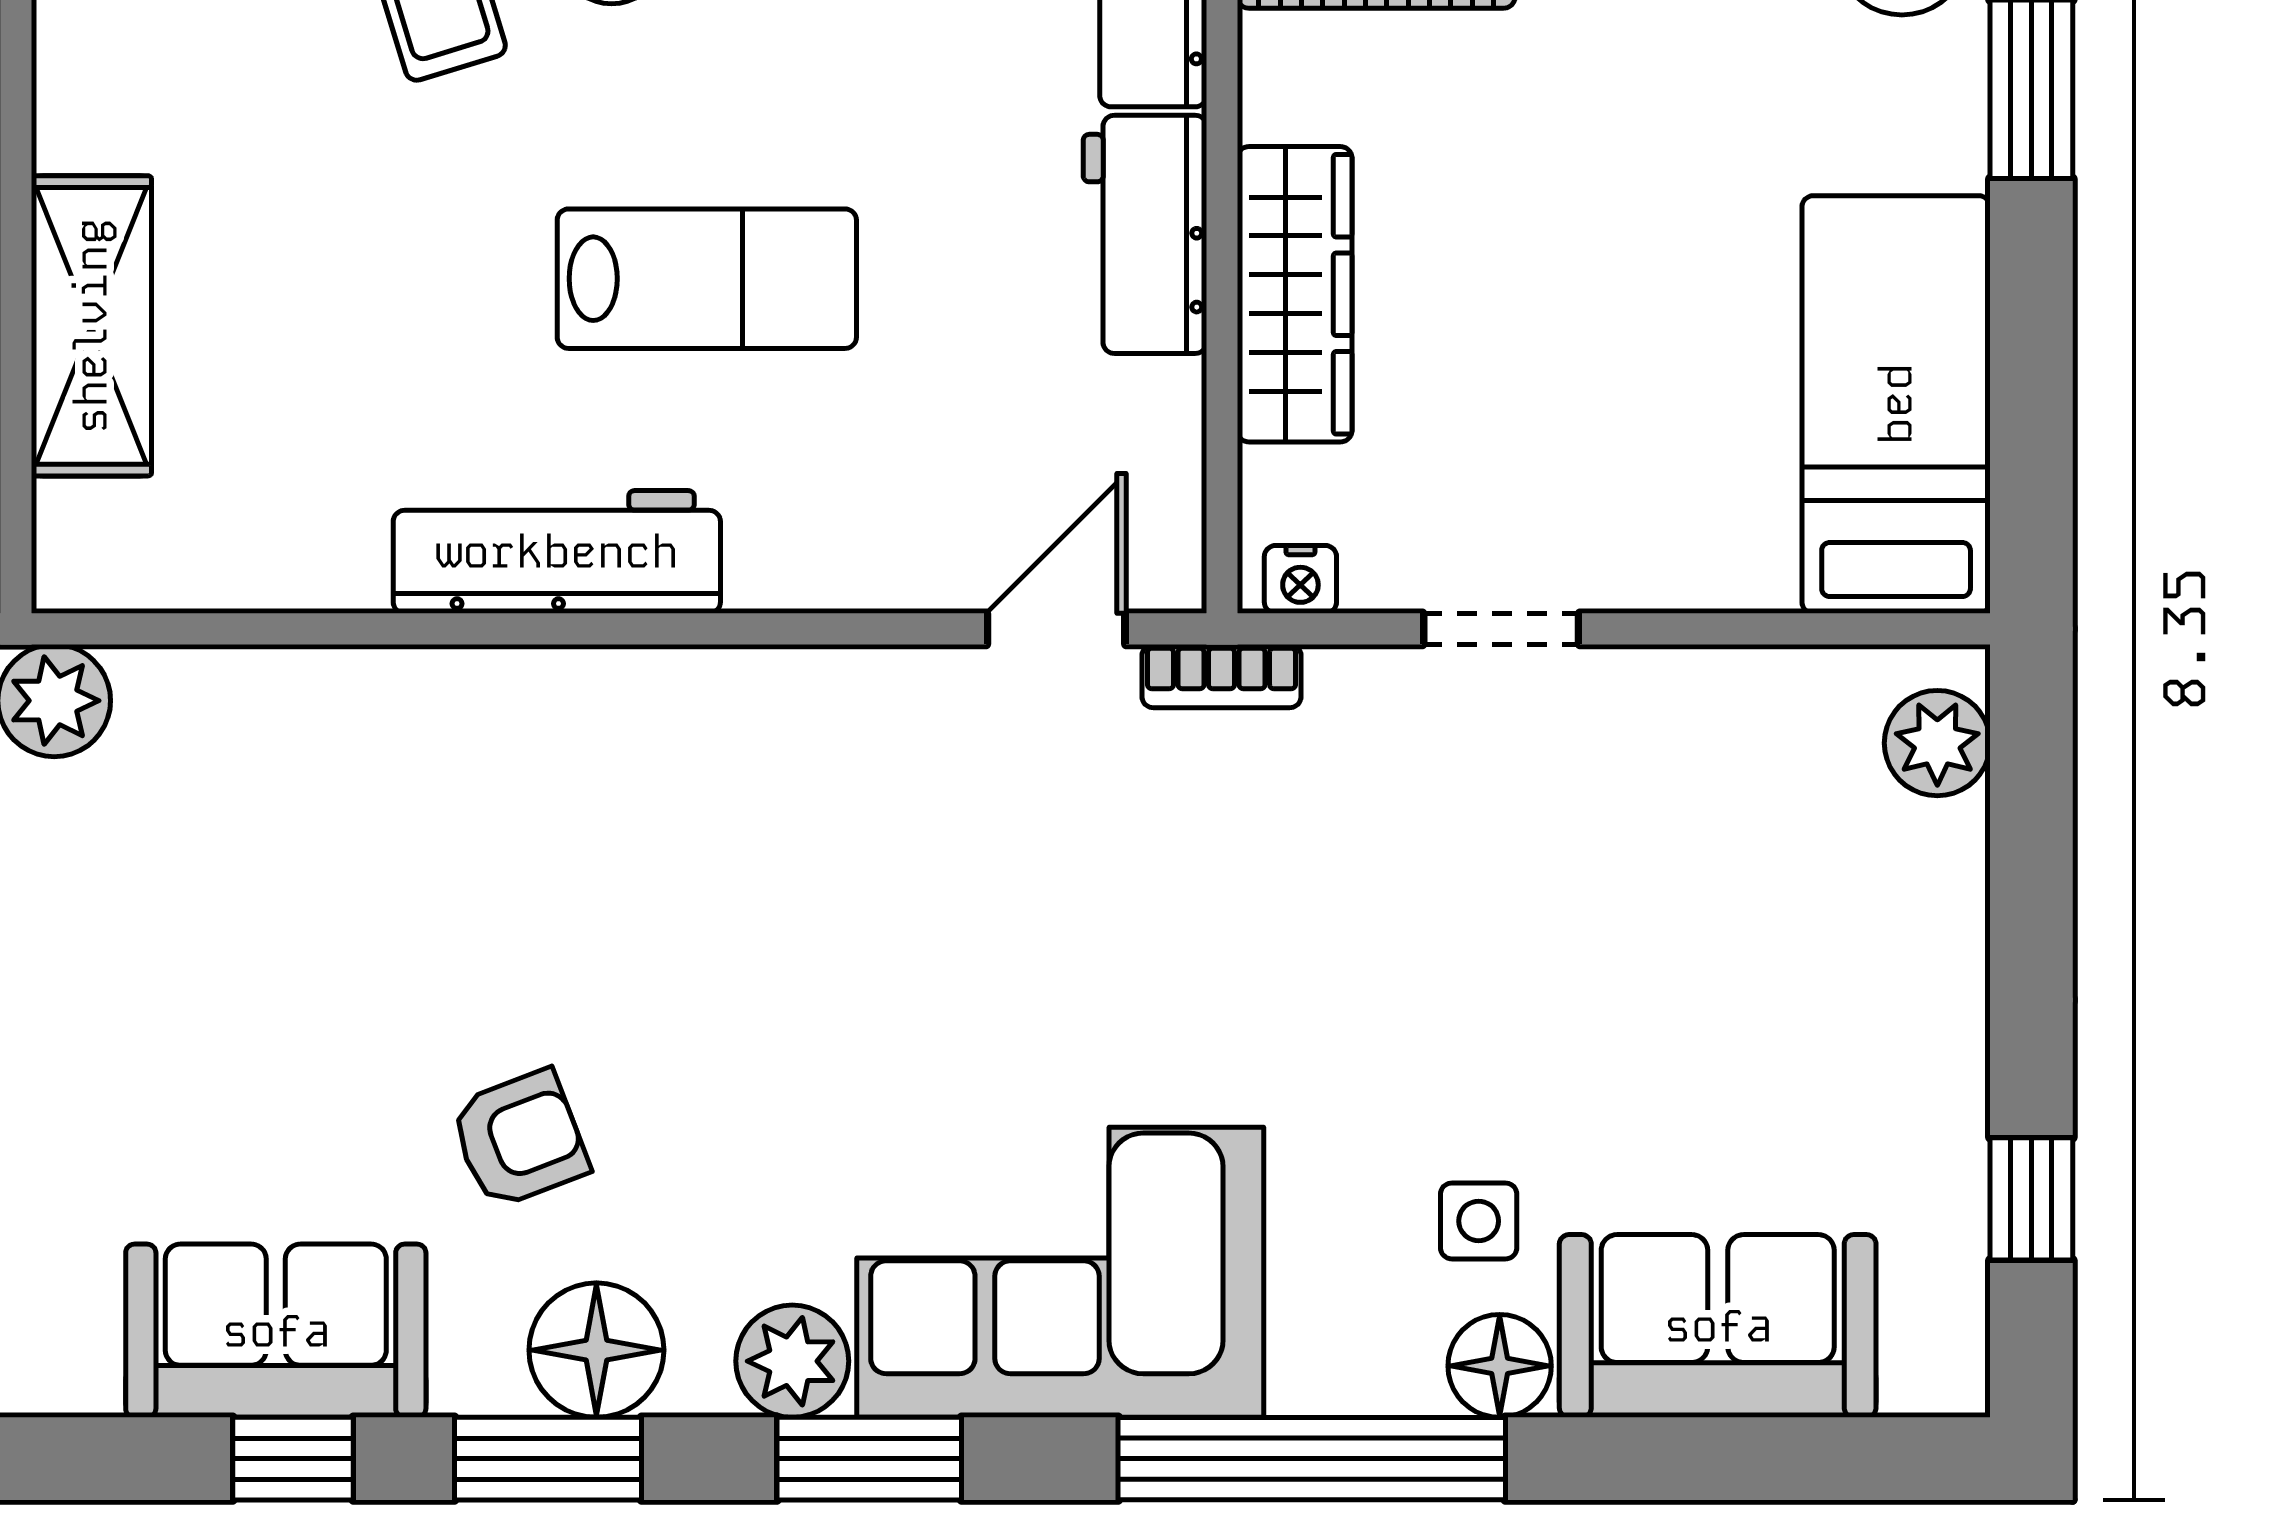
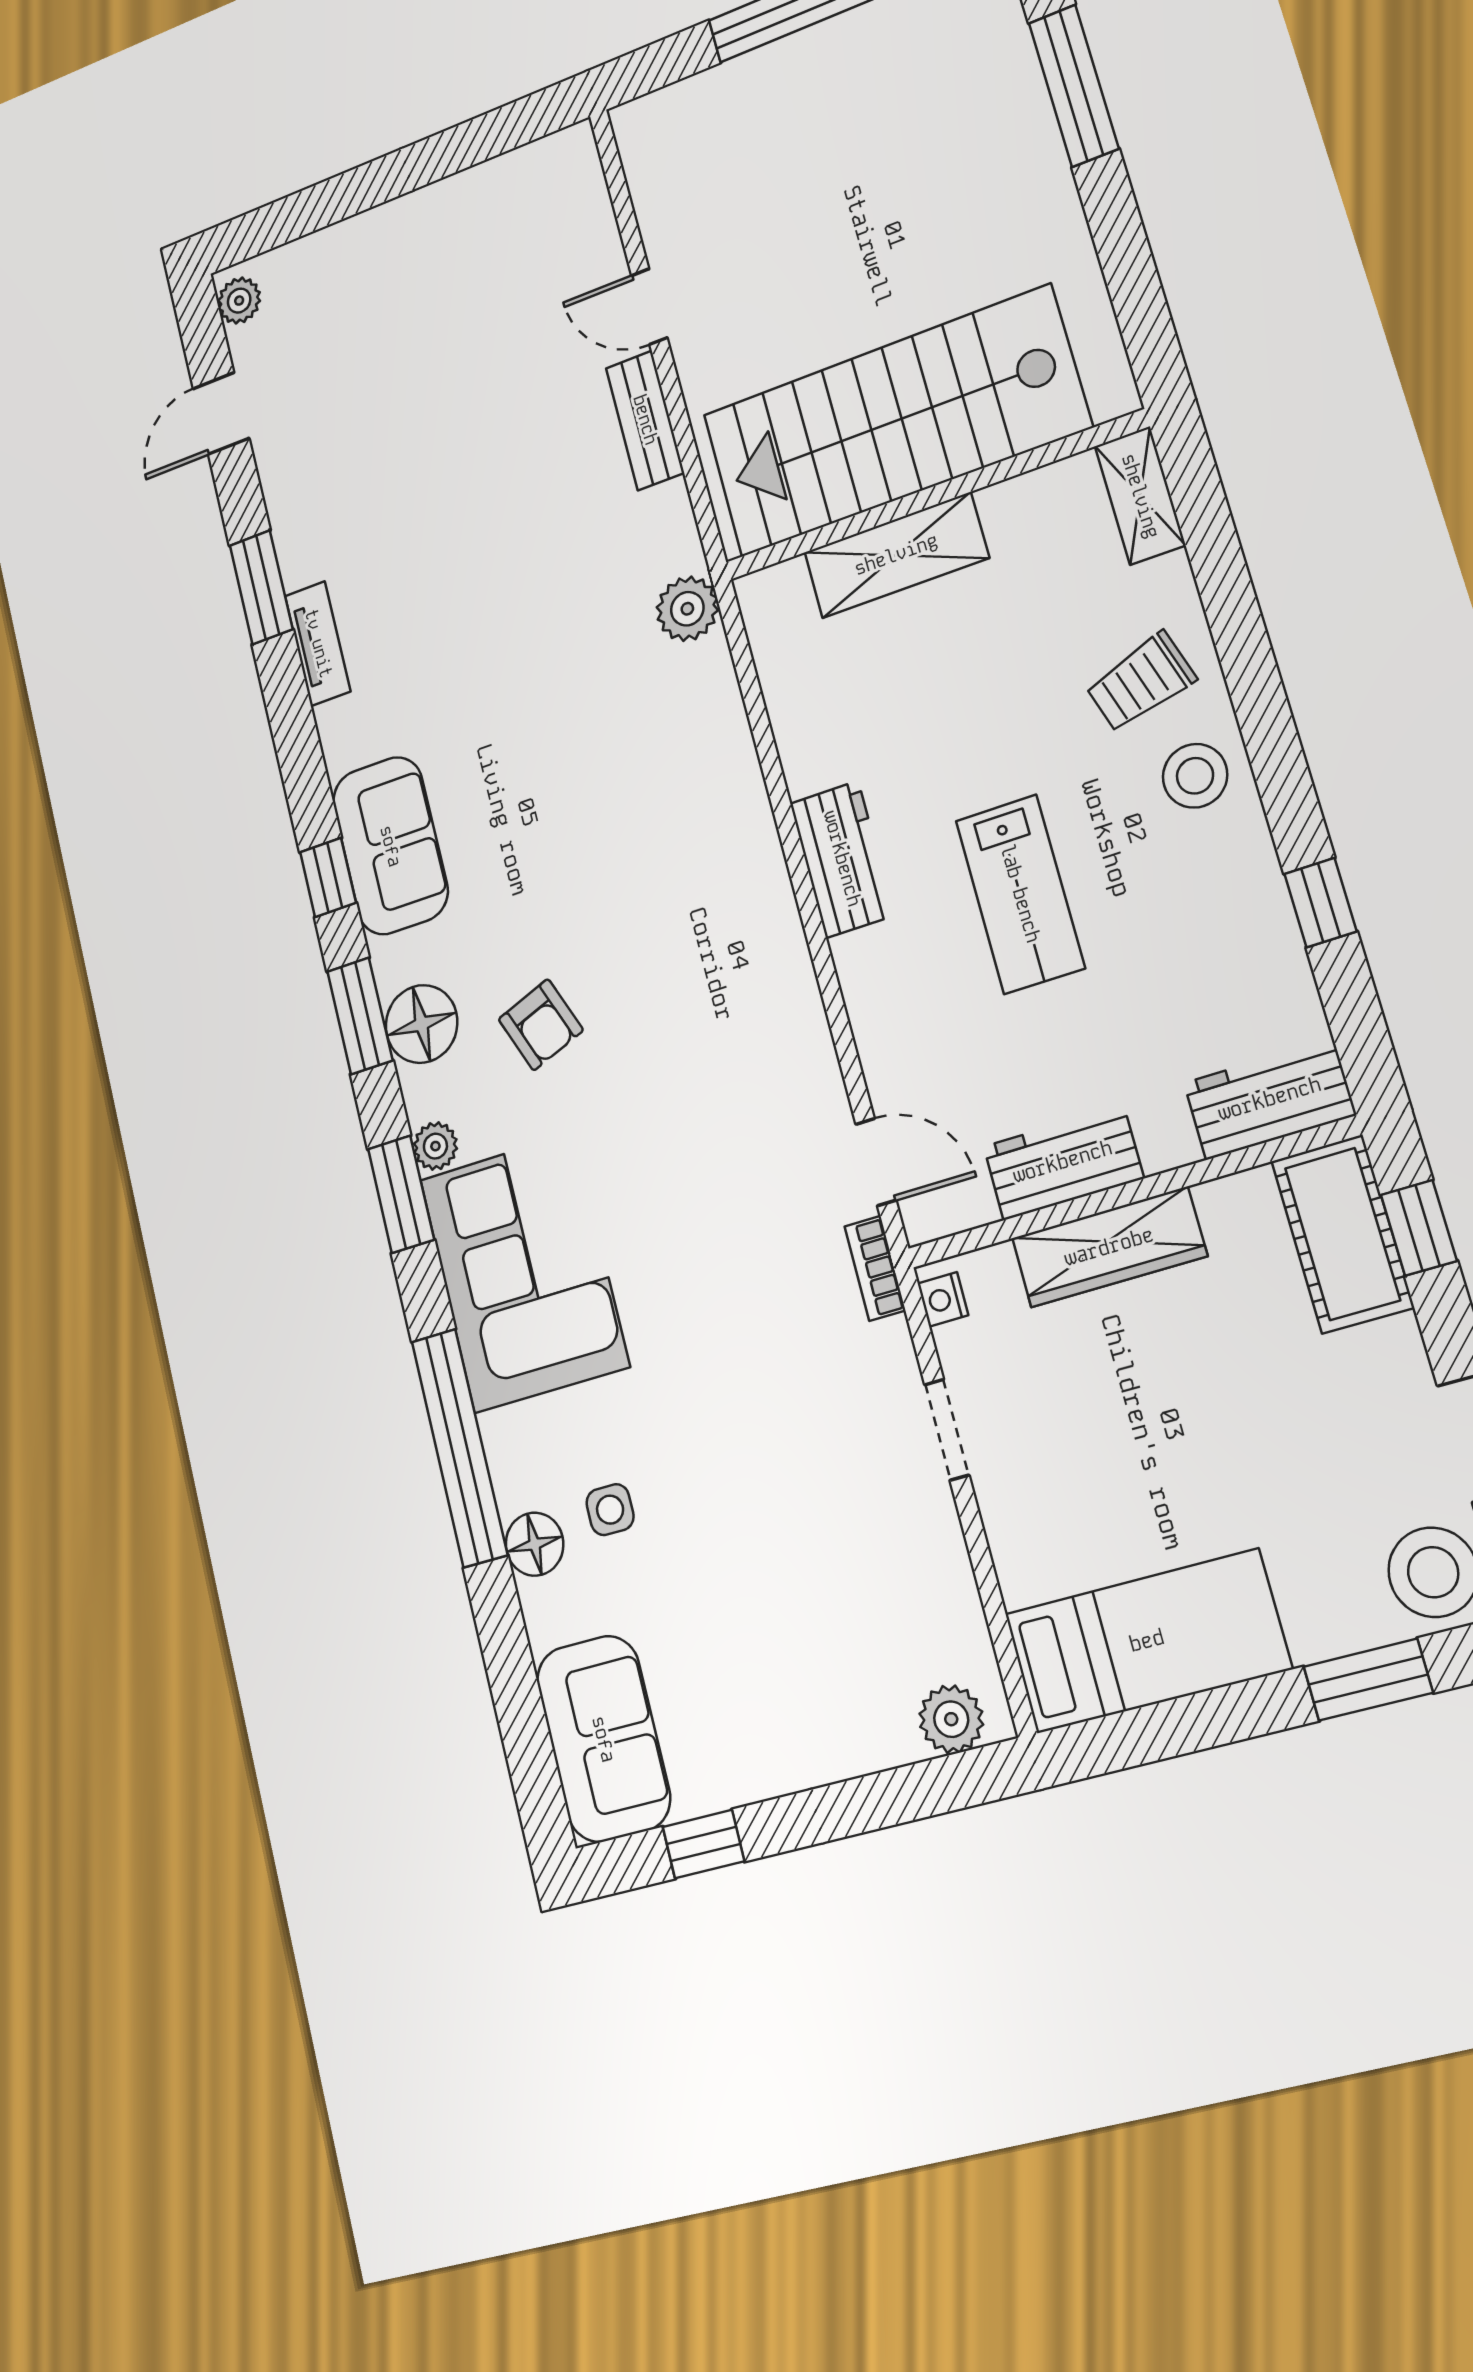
workbench: (1145, 234) -> (1063, 1162), moved
workbench: (557, 552) -> (842, 859), width x0.73
armchair: (519, 1139) -> (541, 1025), moved
sofa: (1718, 1326) -> (603, 1739), moved
plant: (792, 1361) -> (435, 1146), width x0.73, depth x0.73

